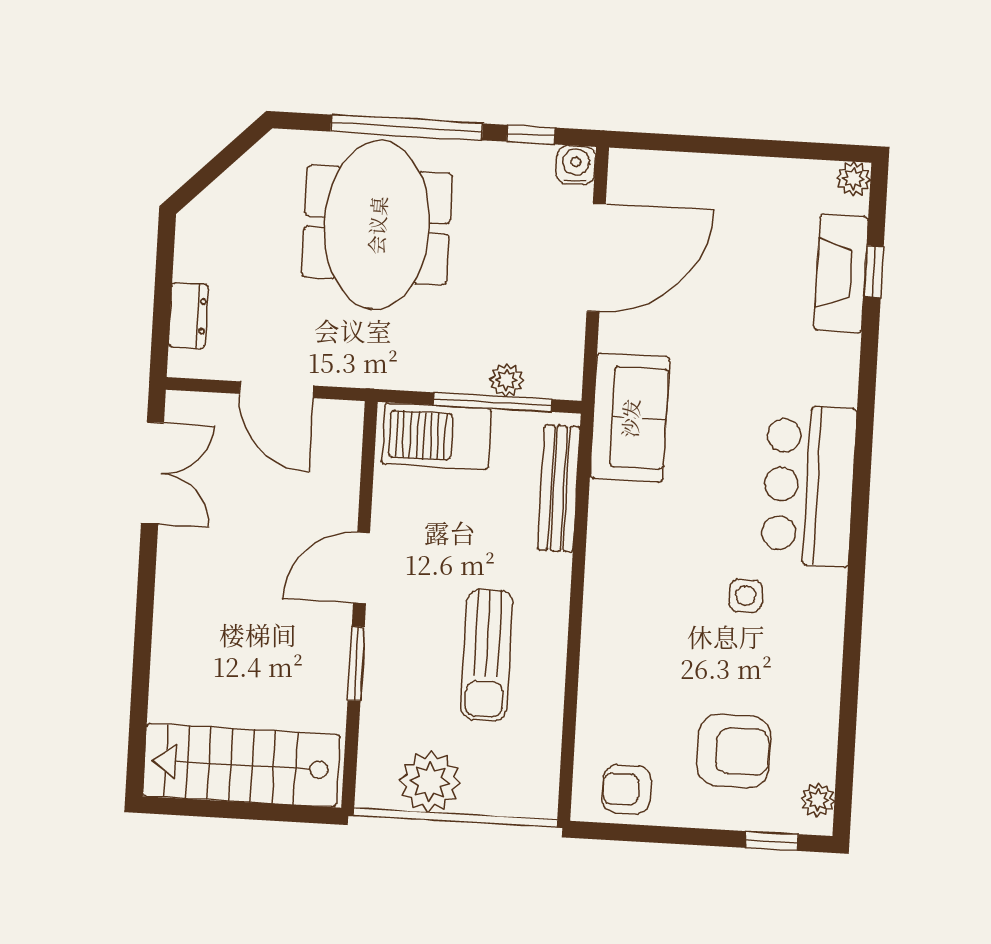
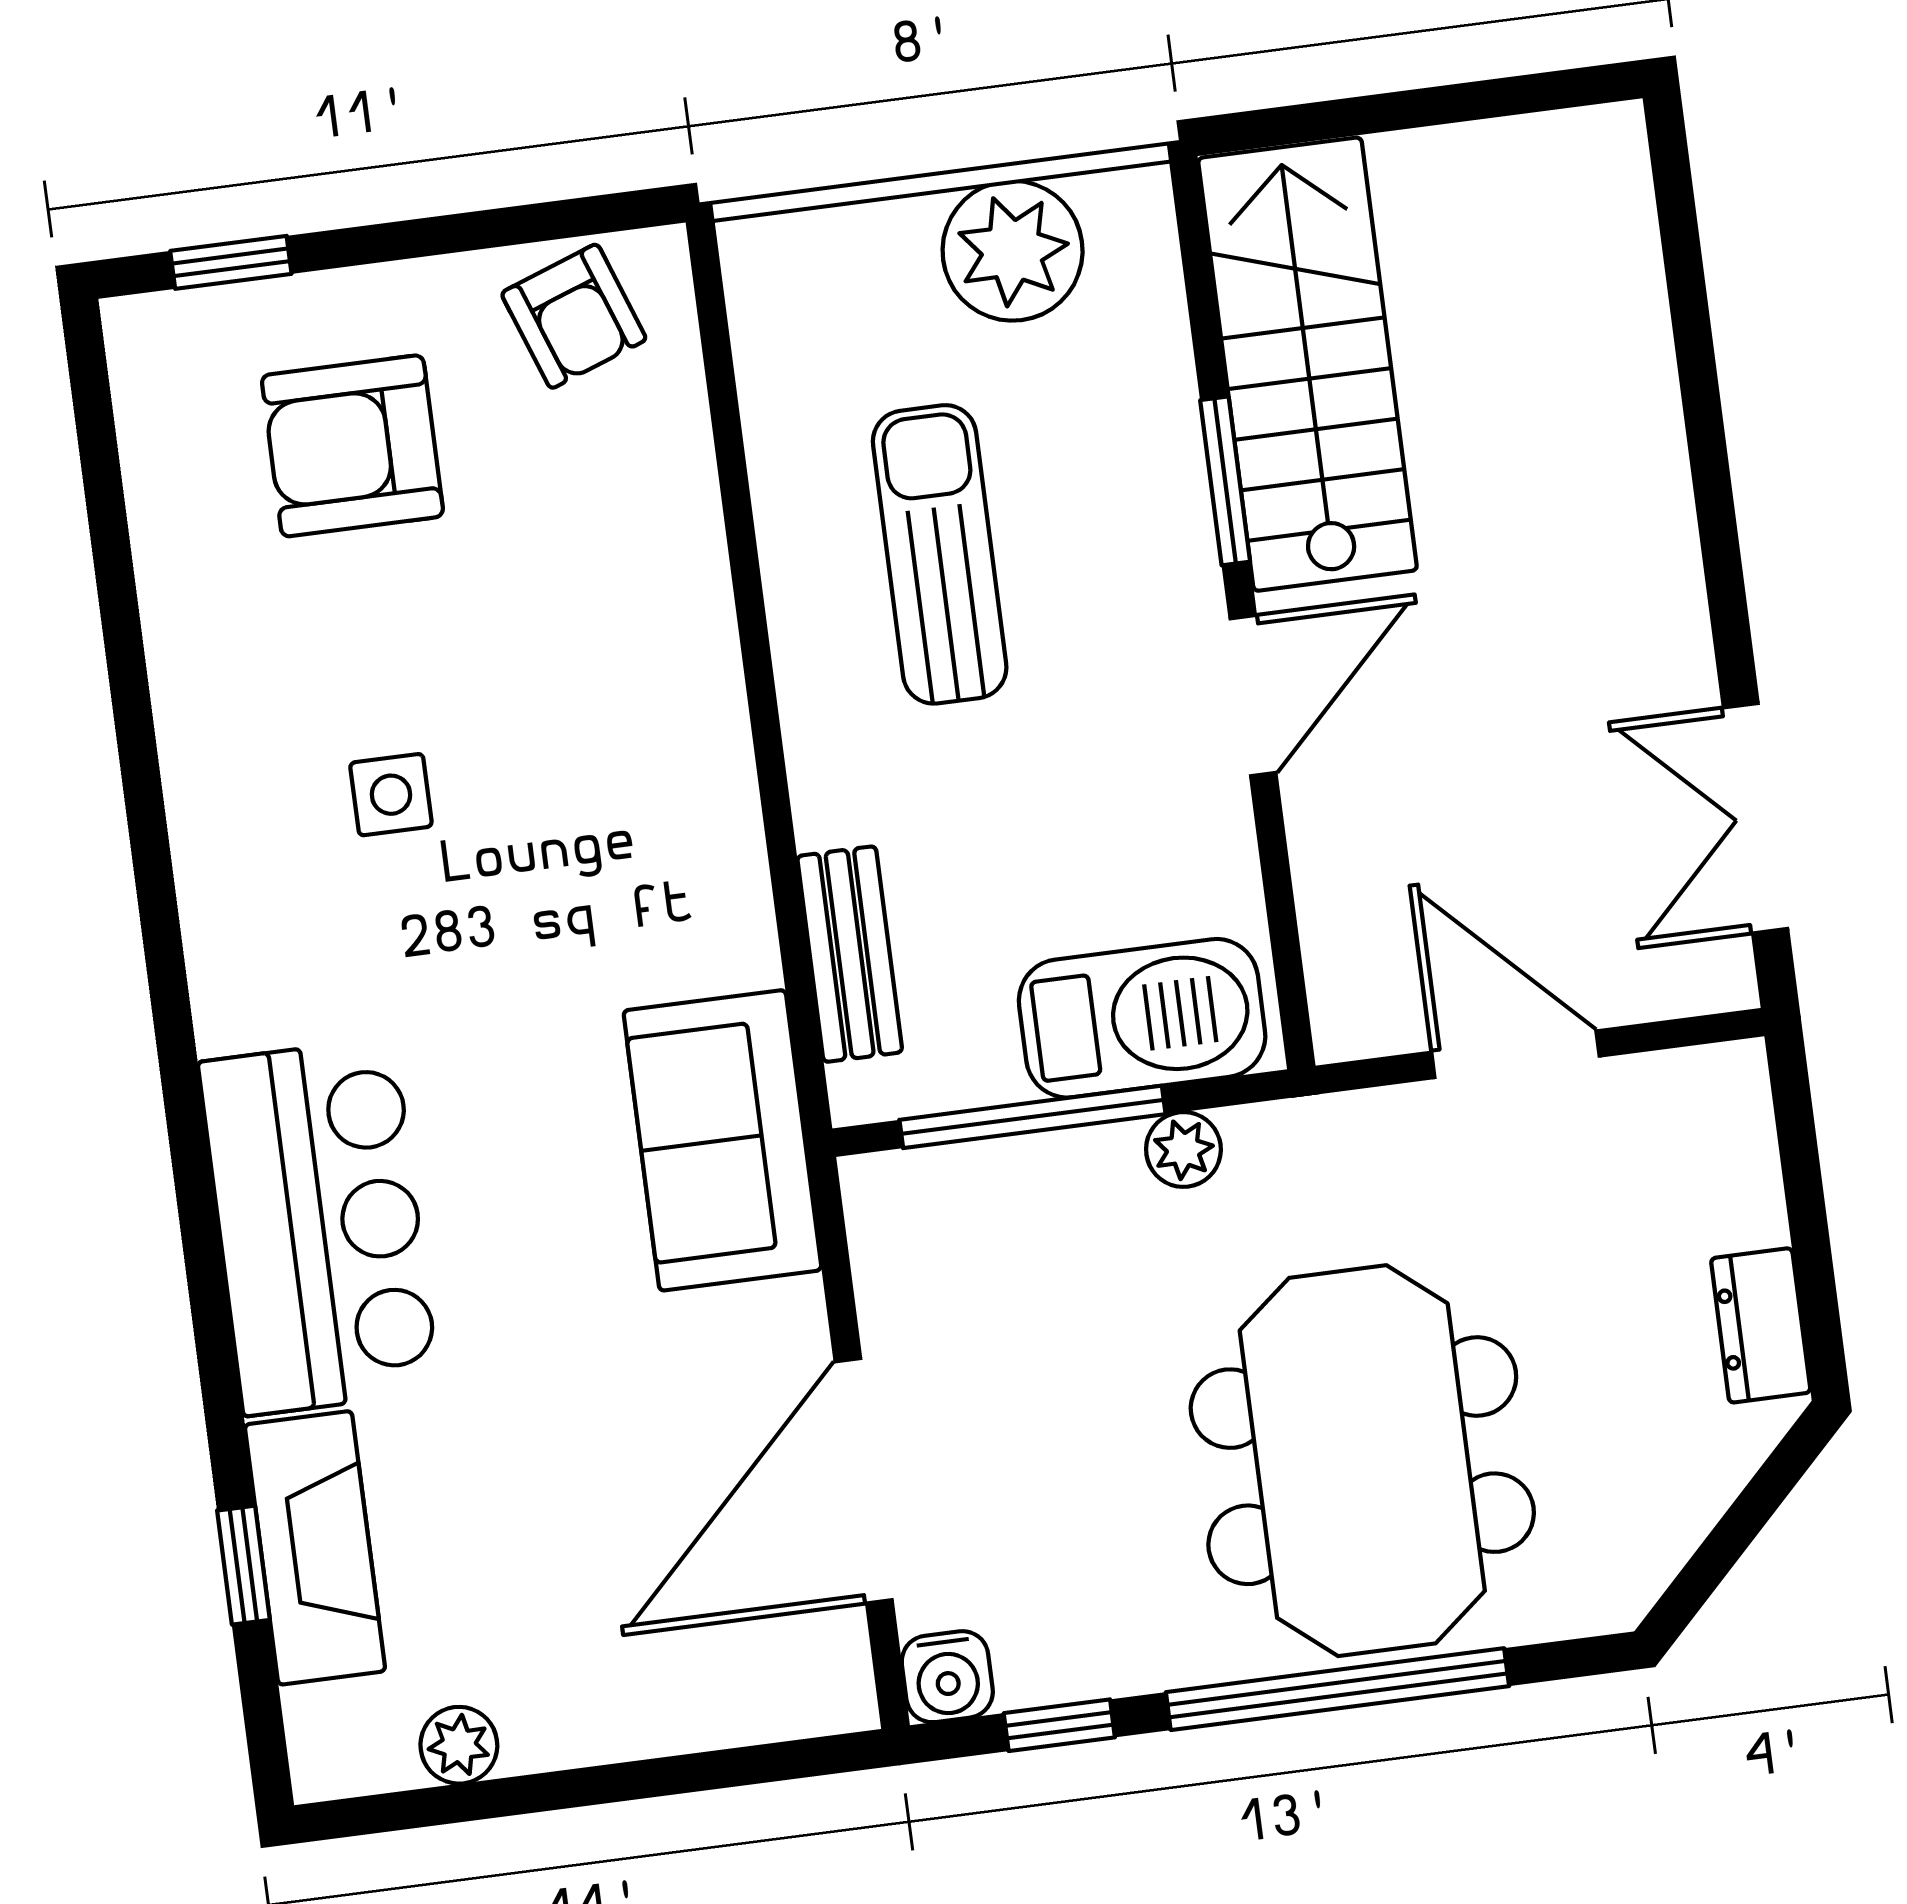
plant: (853, 179) -> (459, 1745), moved
dresser: (188, 316) -> (1761, 1325), moved
plant: (506, 380) -> (1183, 1149), moved
bar counter: (809, 486) -> (319, 1227), moved
bench: (559, 488) -> (850, 954), width x0.73
stairs: (241, 765) -> (1307, 364), moved, turned -90
armchair: (627, 789) -> (574, 316), turned 70
plant: (818, 800) -> (146, 373), removed

